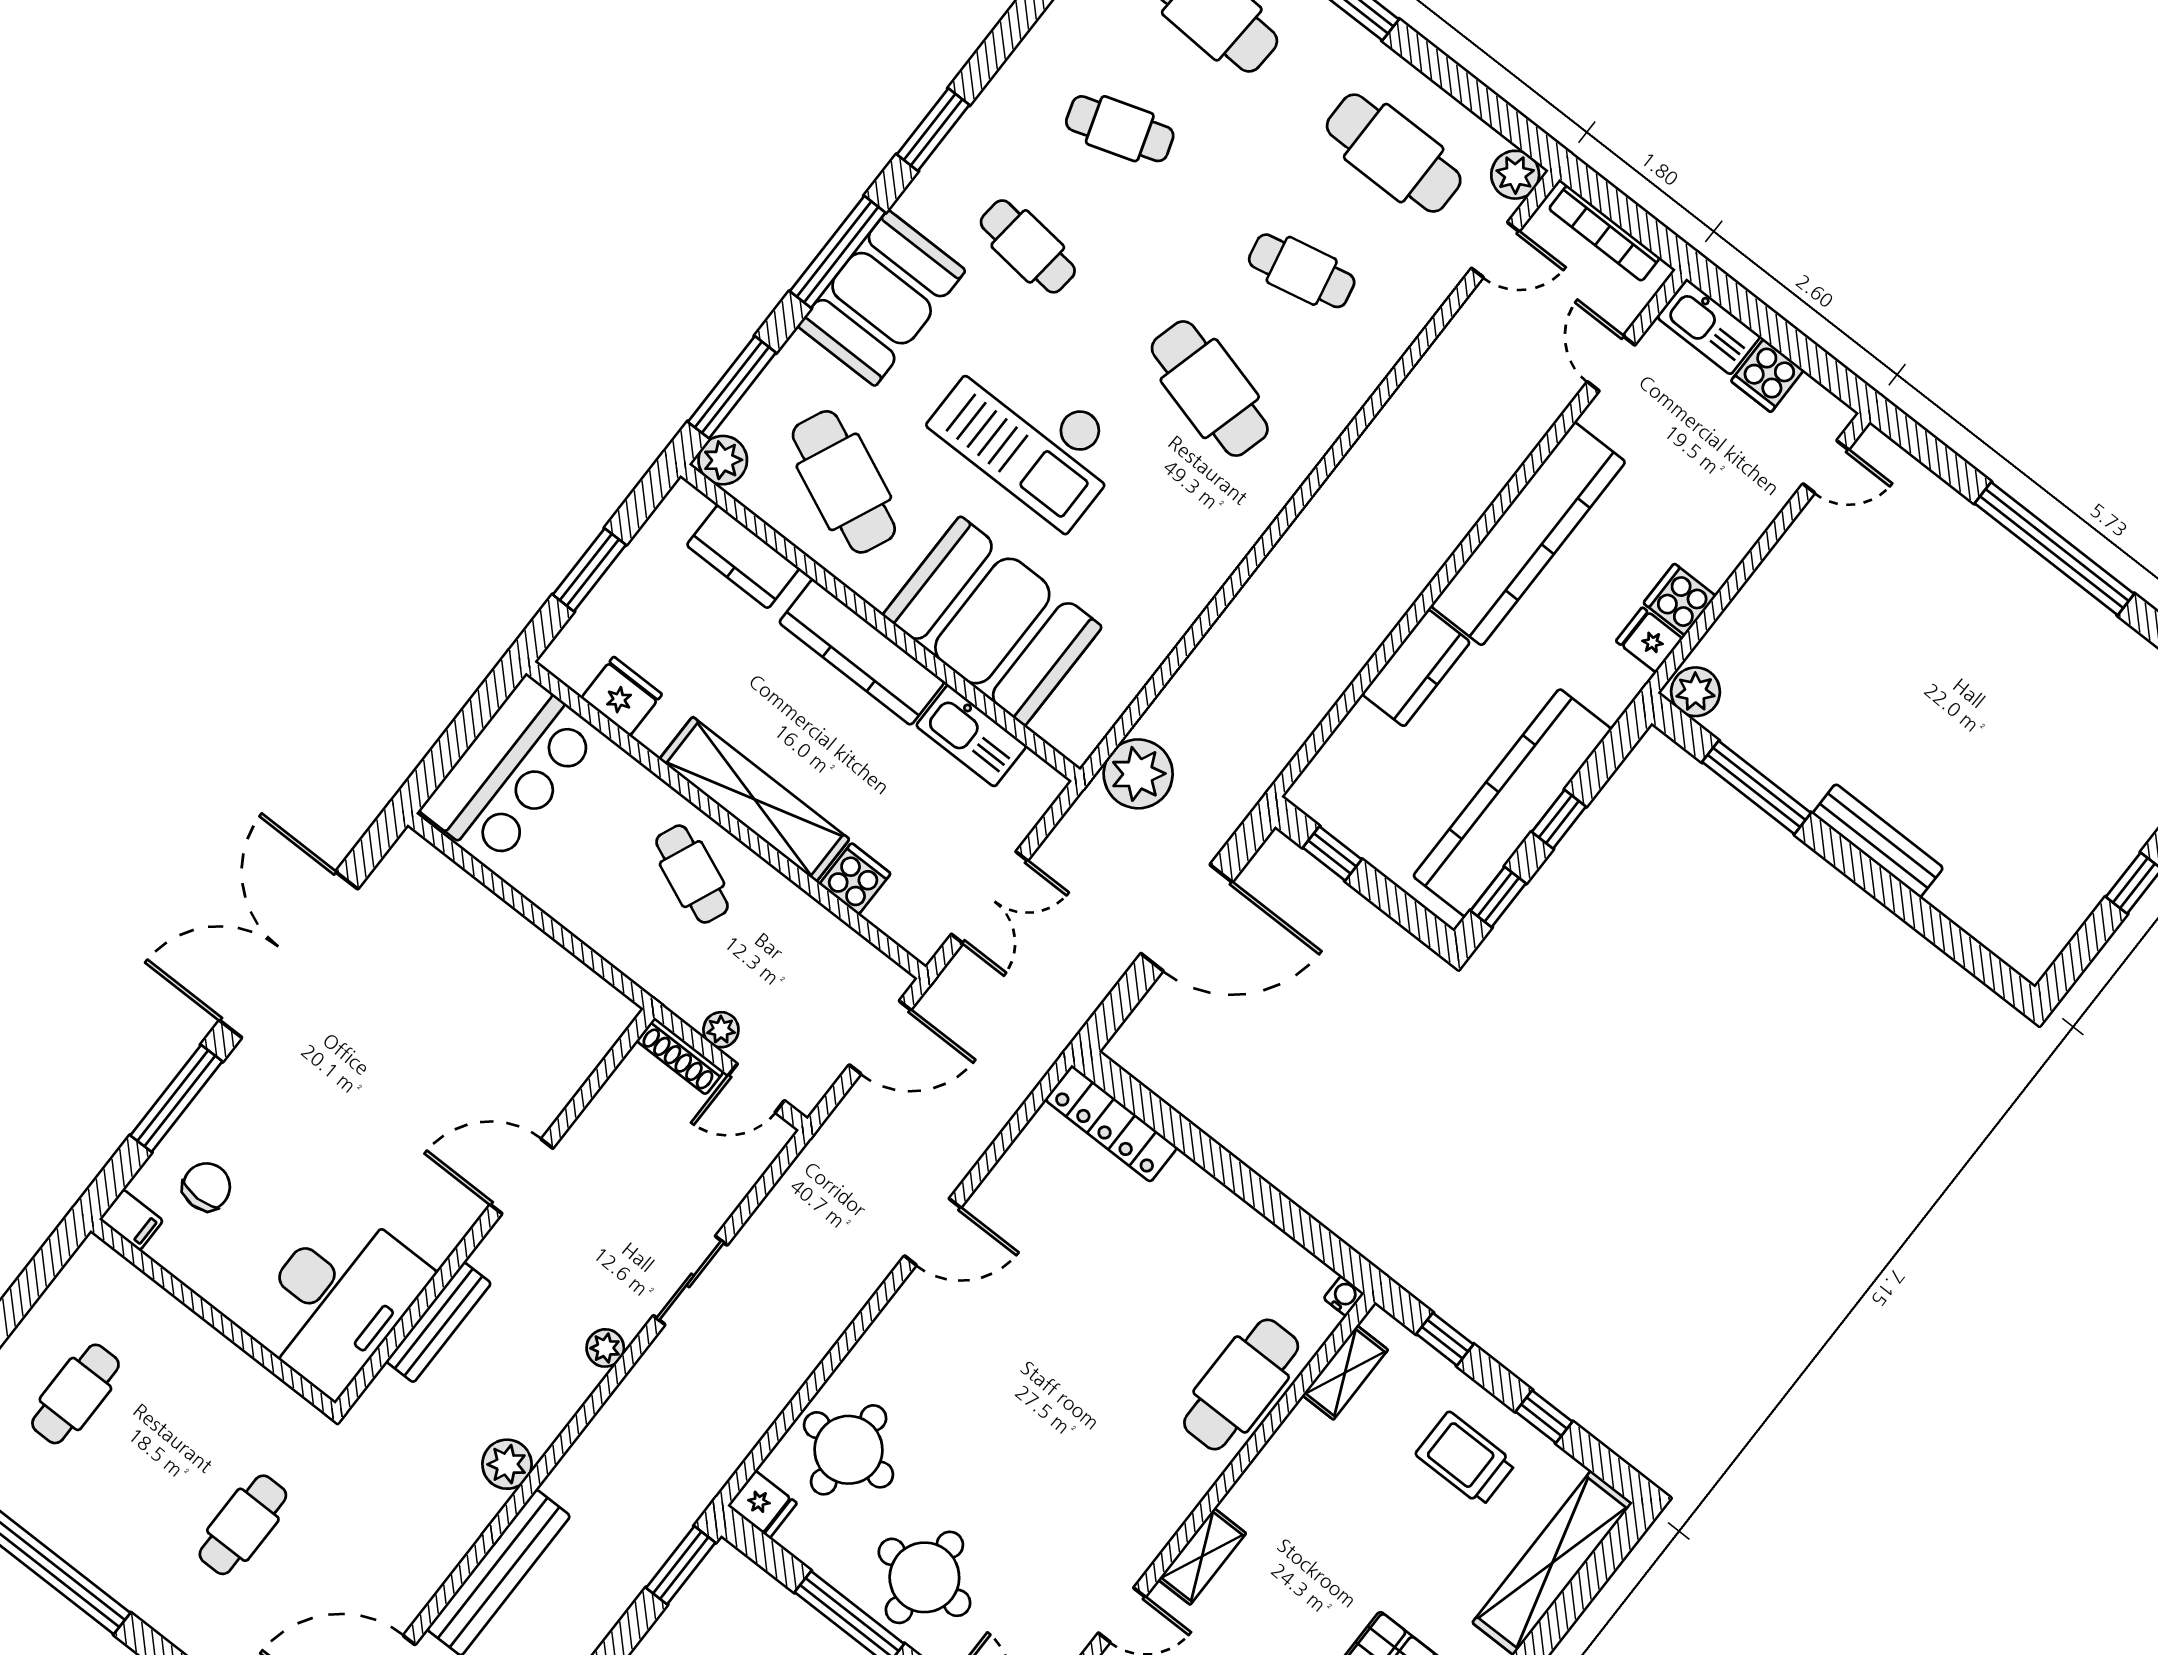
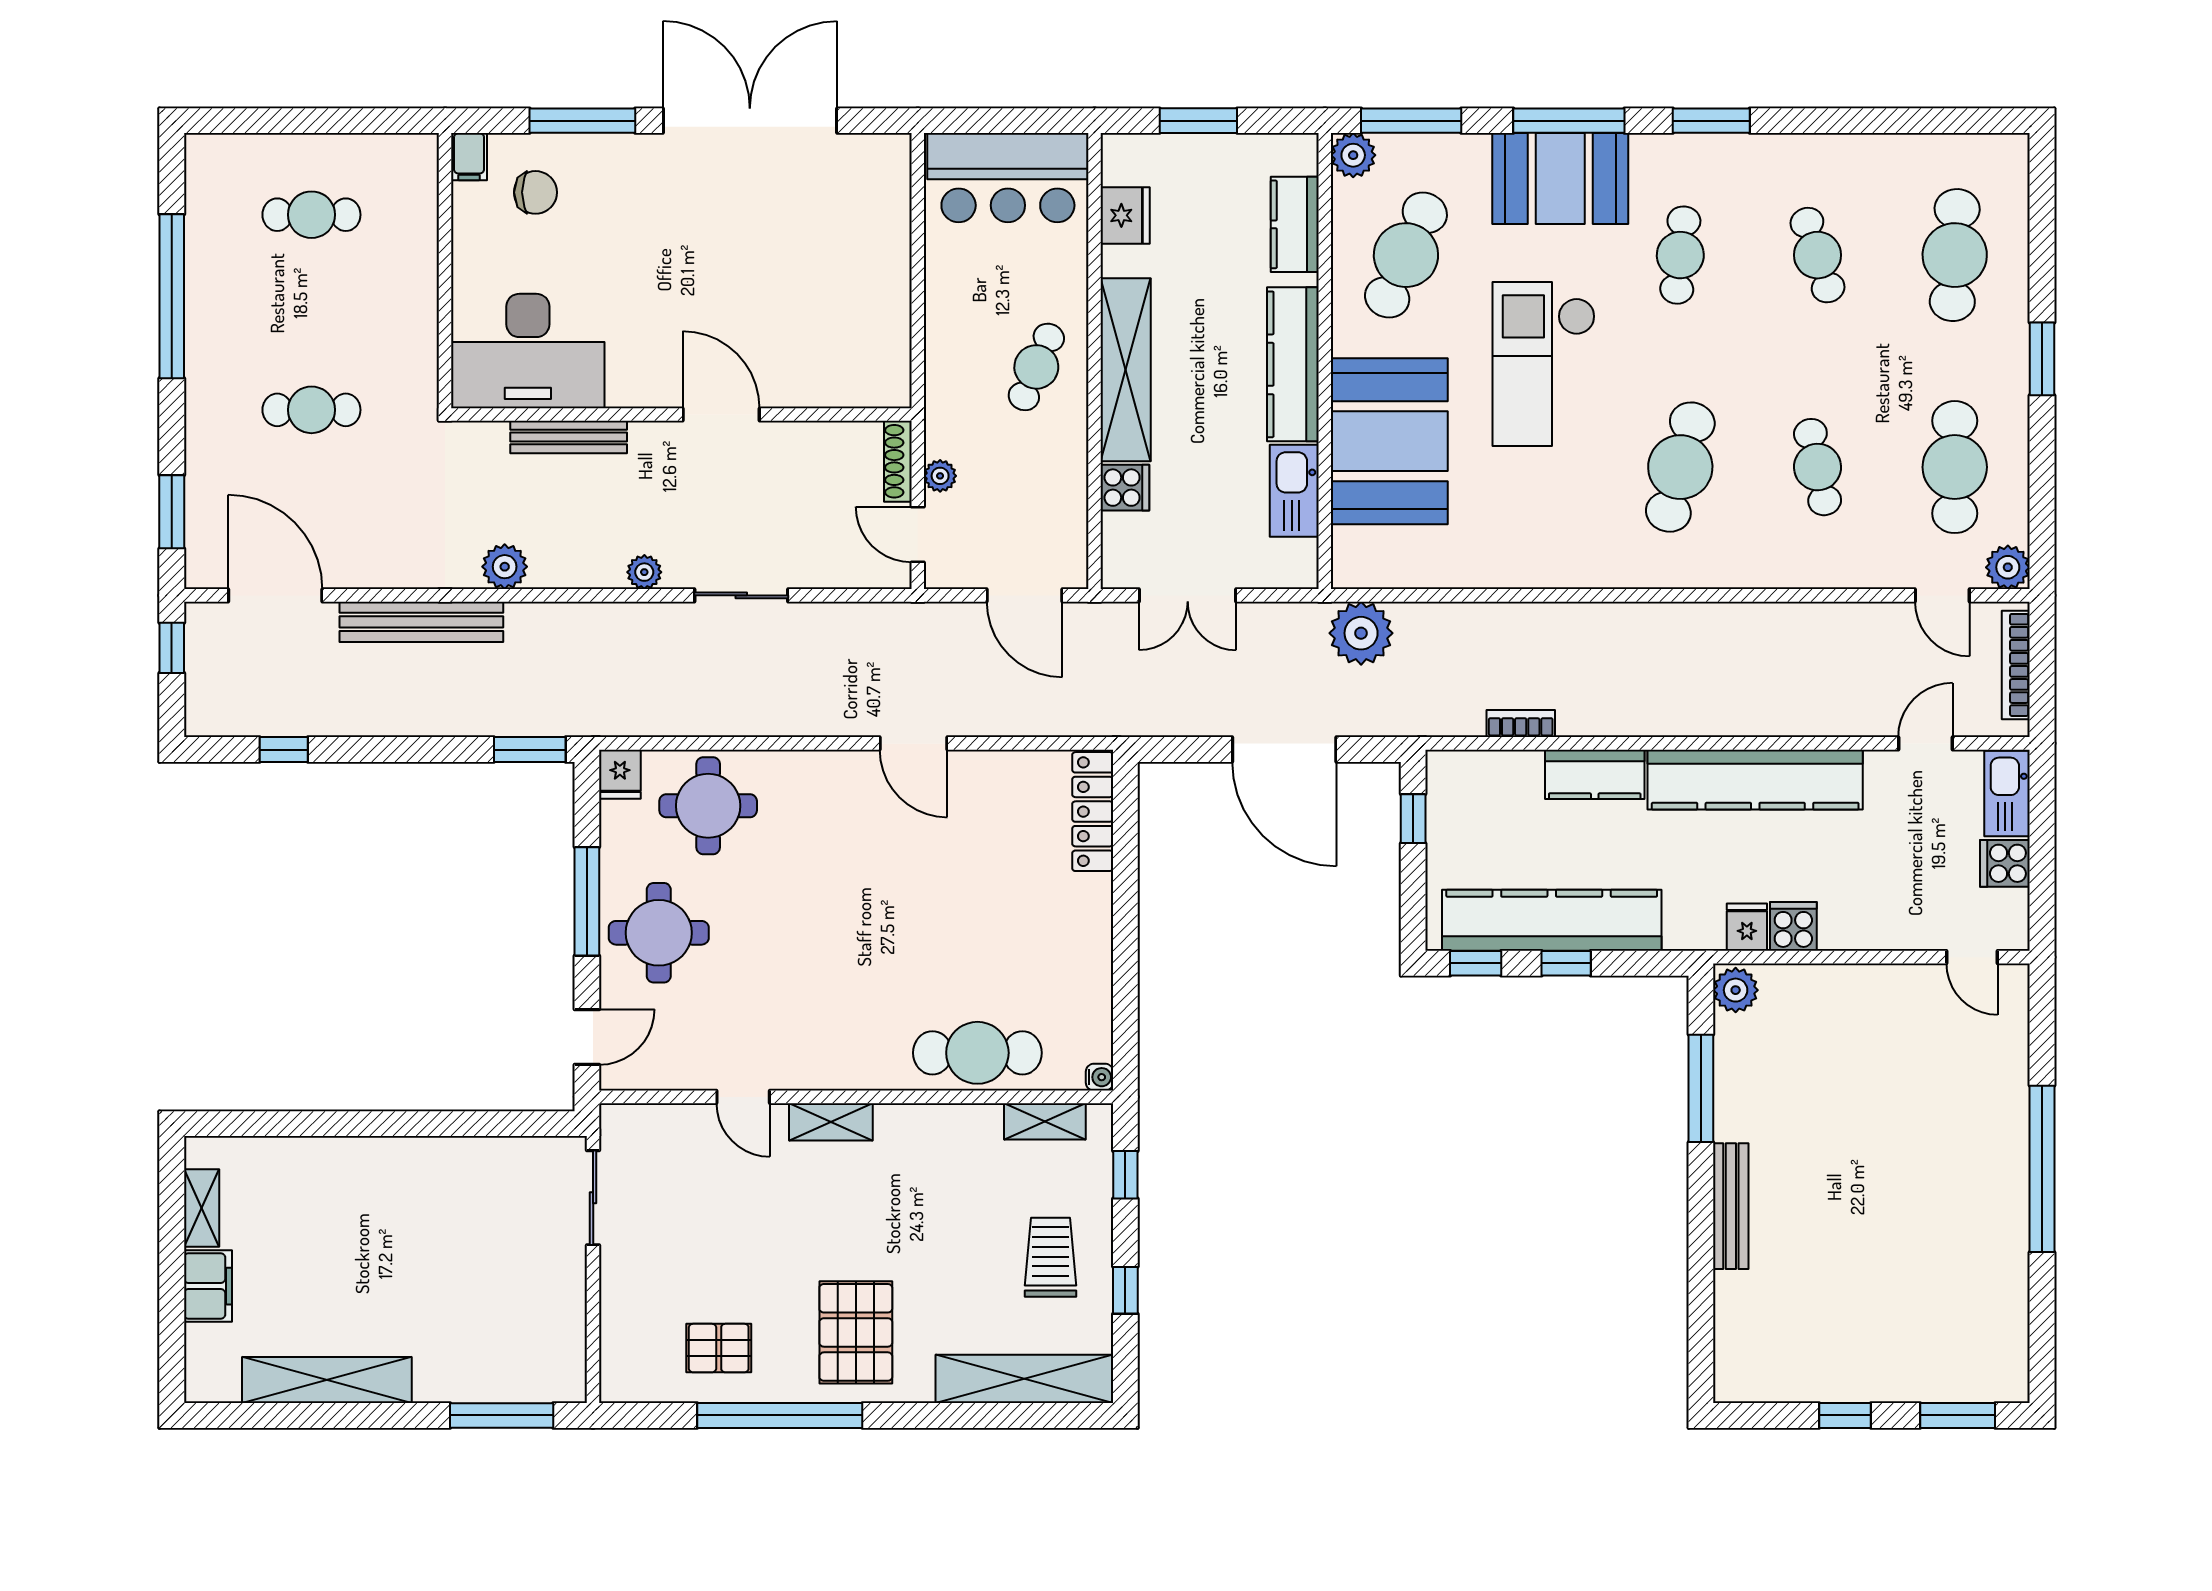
bookcase: (1323, 697) -> (1521, 724), added

